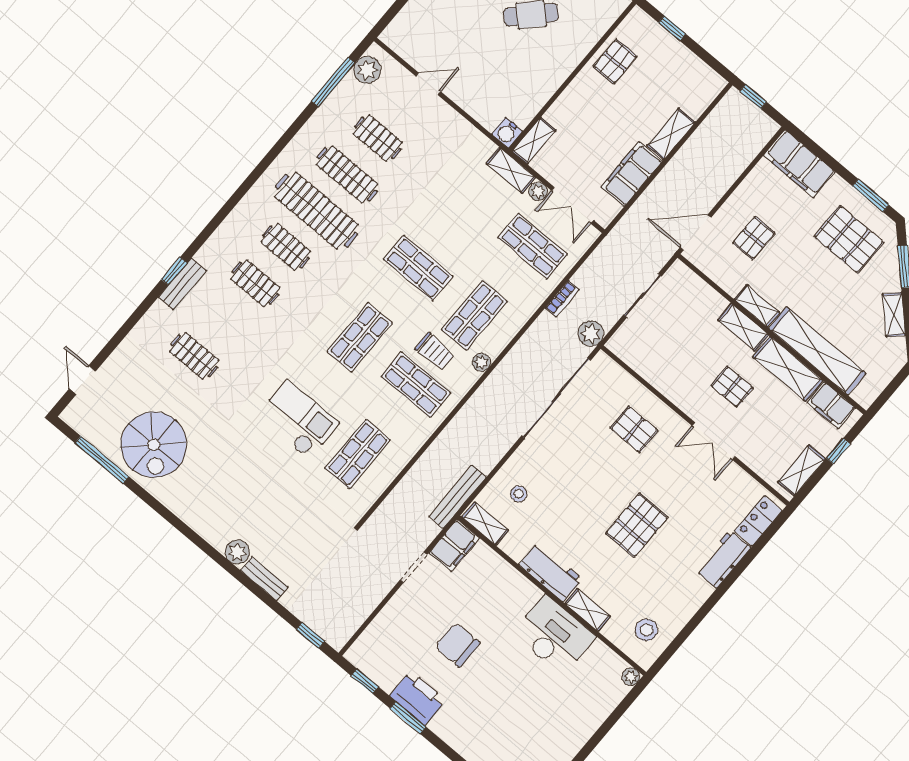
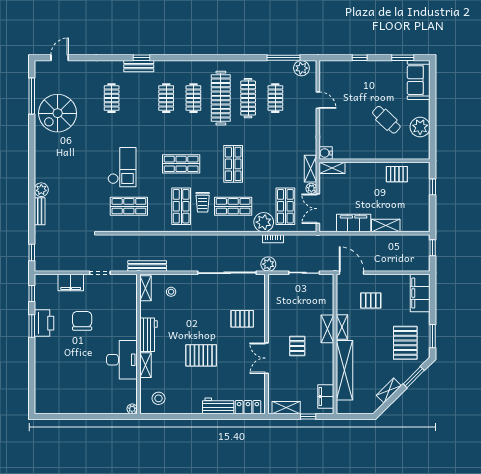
plant: (481, 362) -> (264, 222), moved, width x1.88, depth x1.88
shelving: (788, 369) -> (326, 364), removed
pallet: (634, 429) -> (242, 319), turned 90
filing cabinet: (454, 545) -> (71, 283), moved

